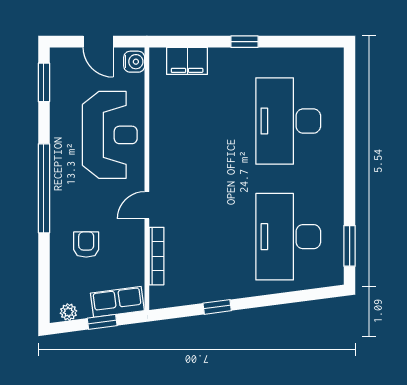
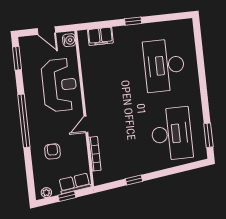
desk: (288, 237) -> (172, 134), turned 180

